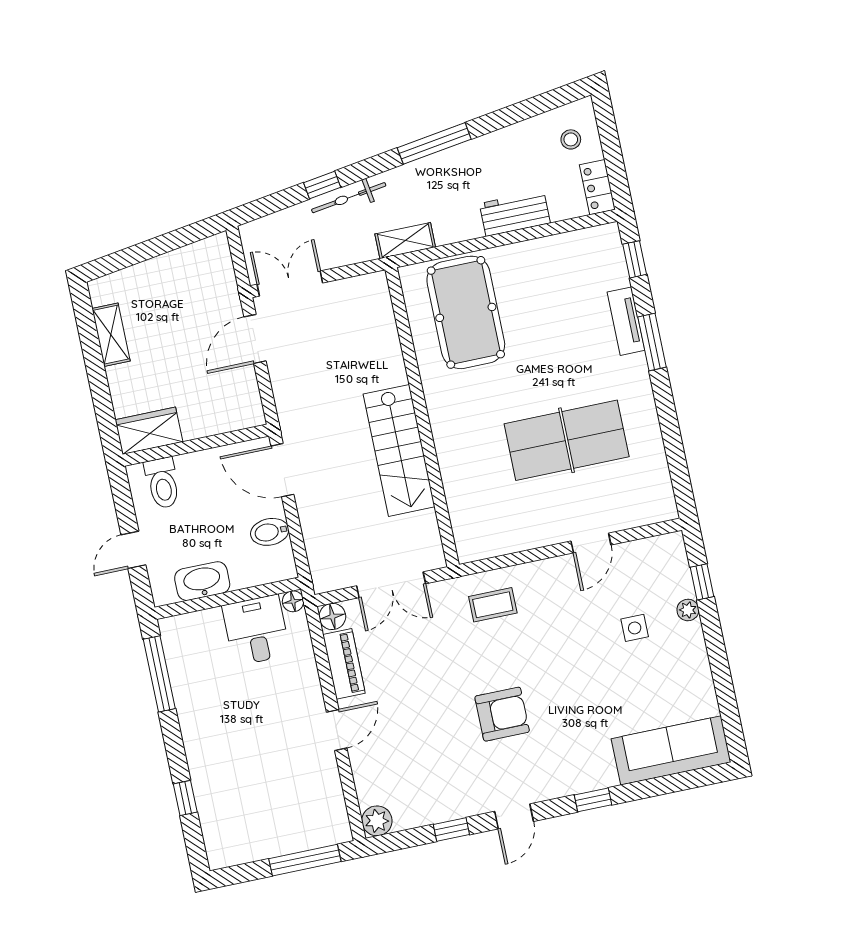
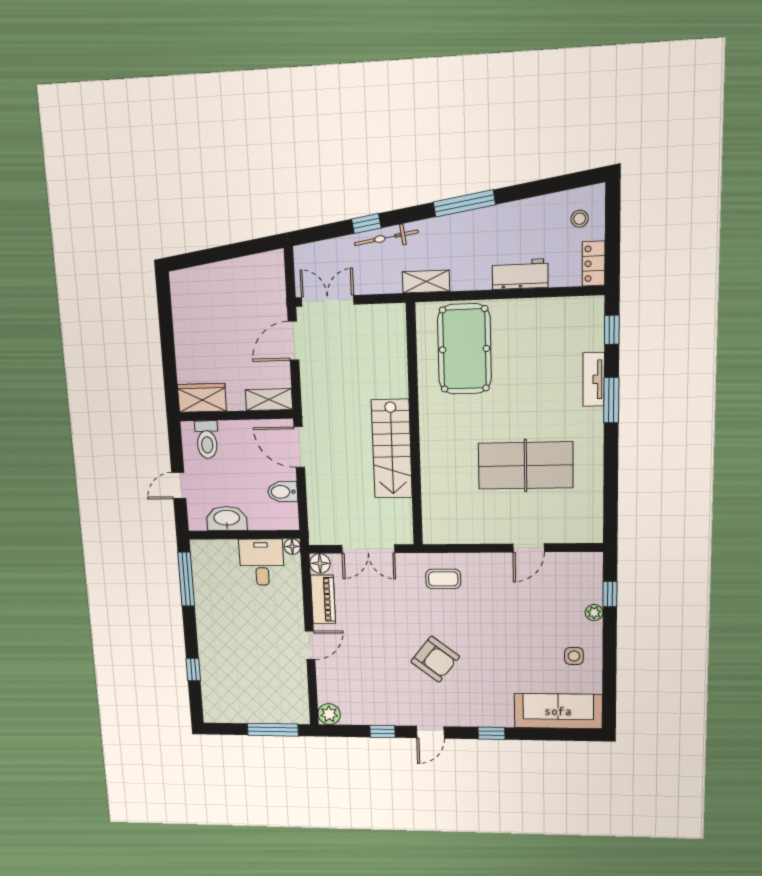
shelving: (111, 335) -> (269, 400), moved, turned 90
side table: (635, 628) -> (574, 656), moved
armchair: (502, 714) -> (435, 659), turned 38

